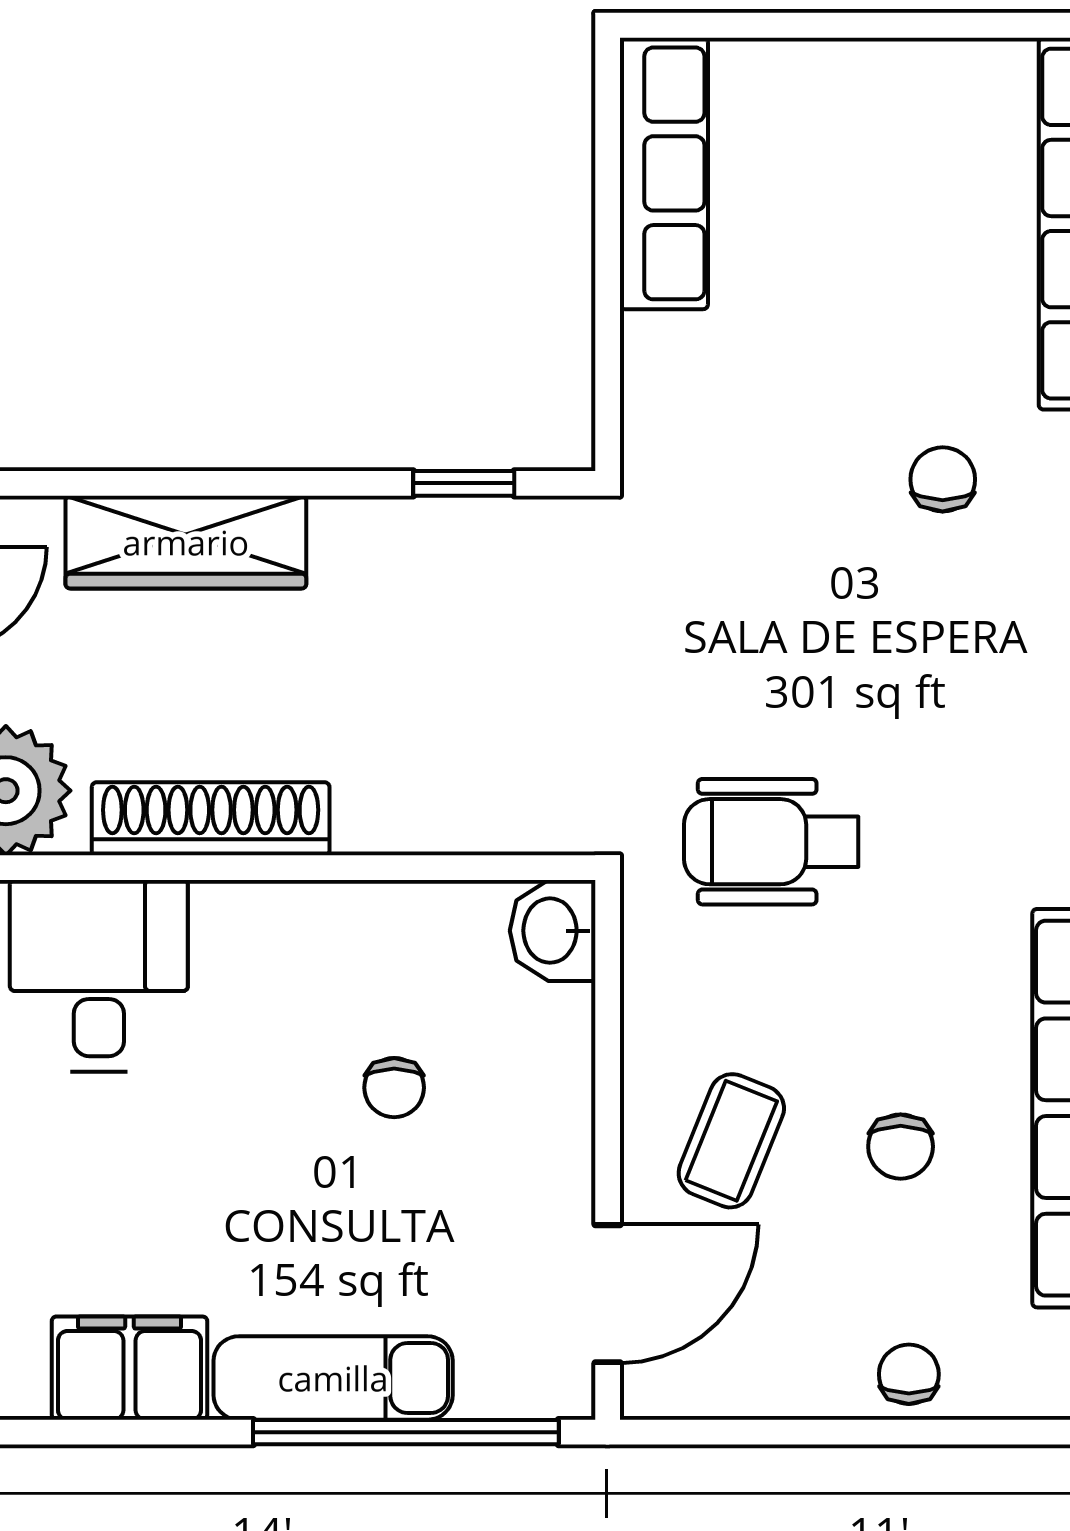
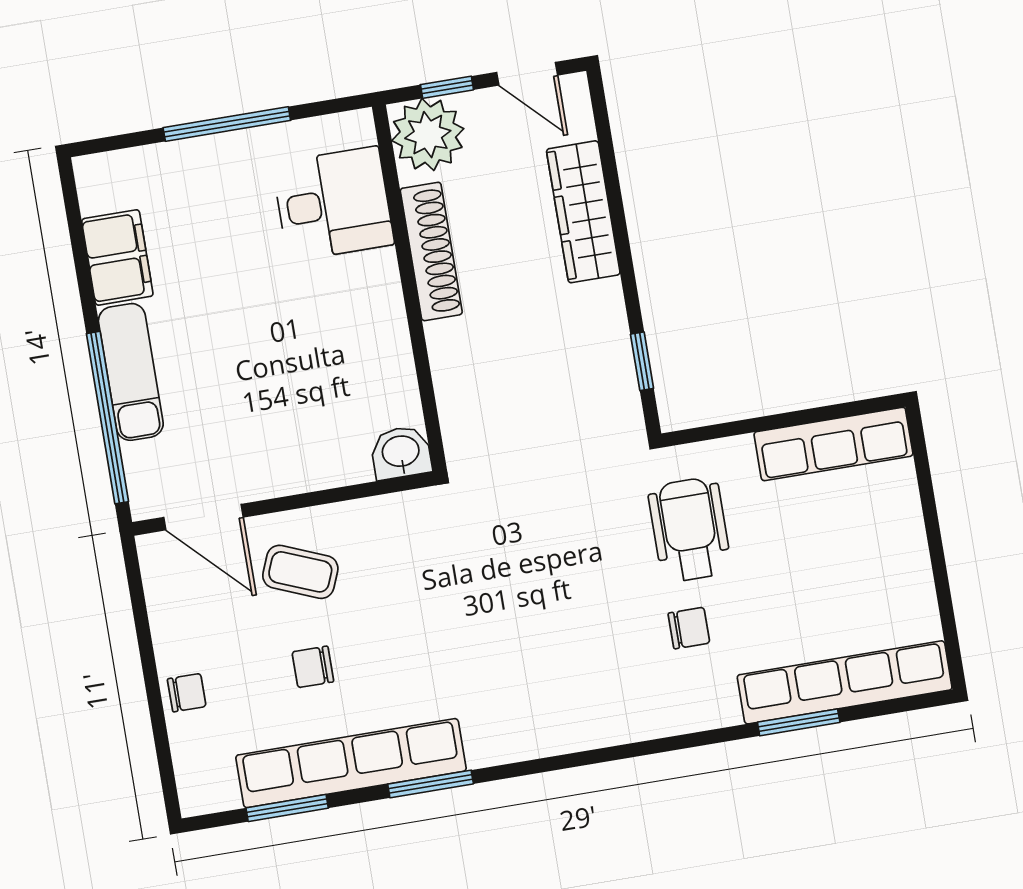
wheelchair: (771, 842) -> (690, 530), moved
chair: (394, 1088) -> (298, 379), removed

